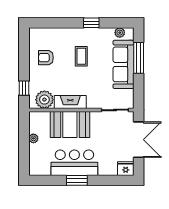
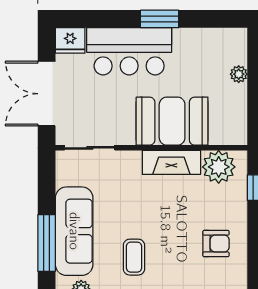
coffee table: (81, 56) -> (134, 257), moved
plant: (33, 138) -> (239, 74), moved
bar counter: (74, 163) -> (129, 51), moved

